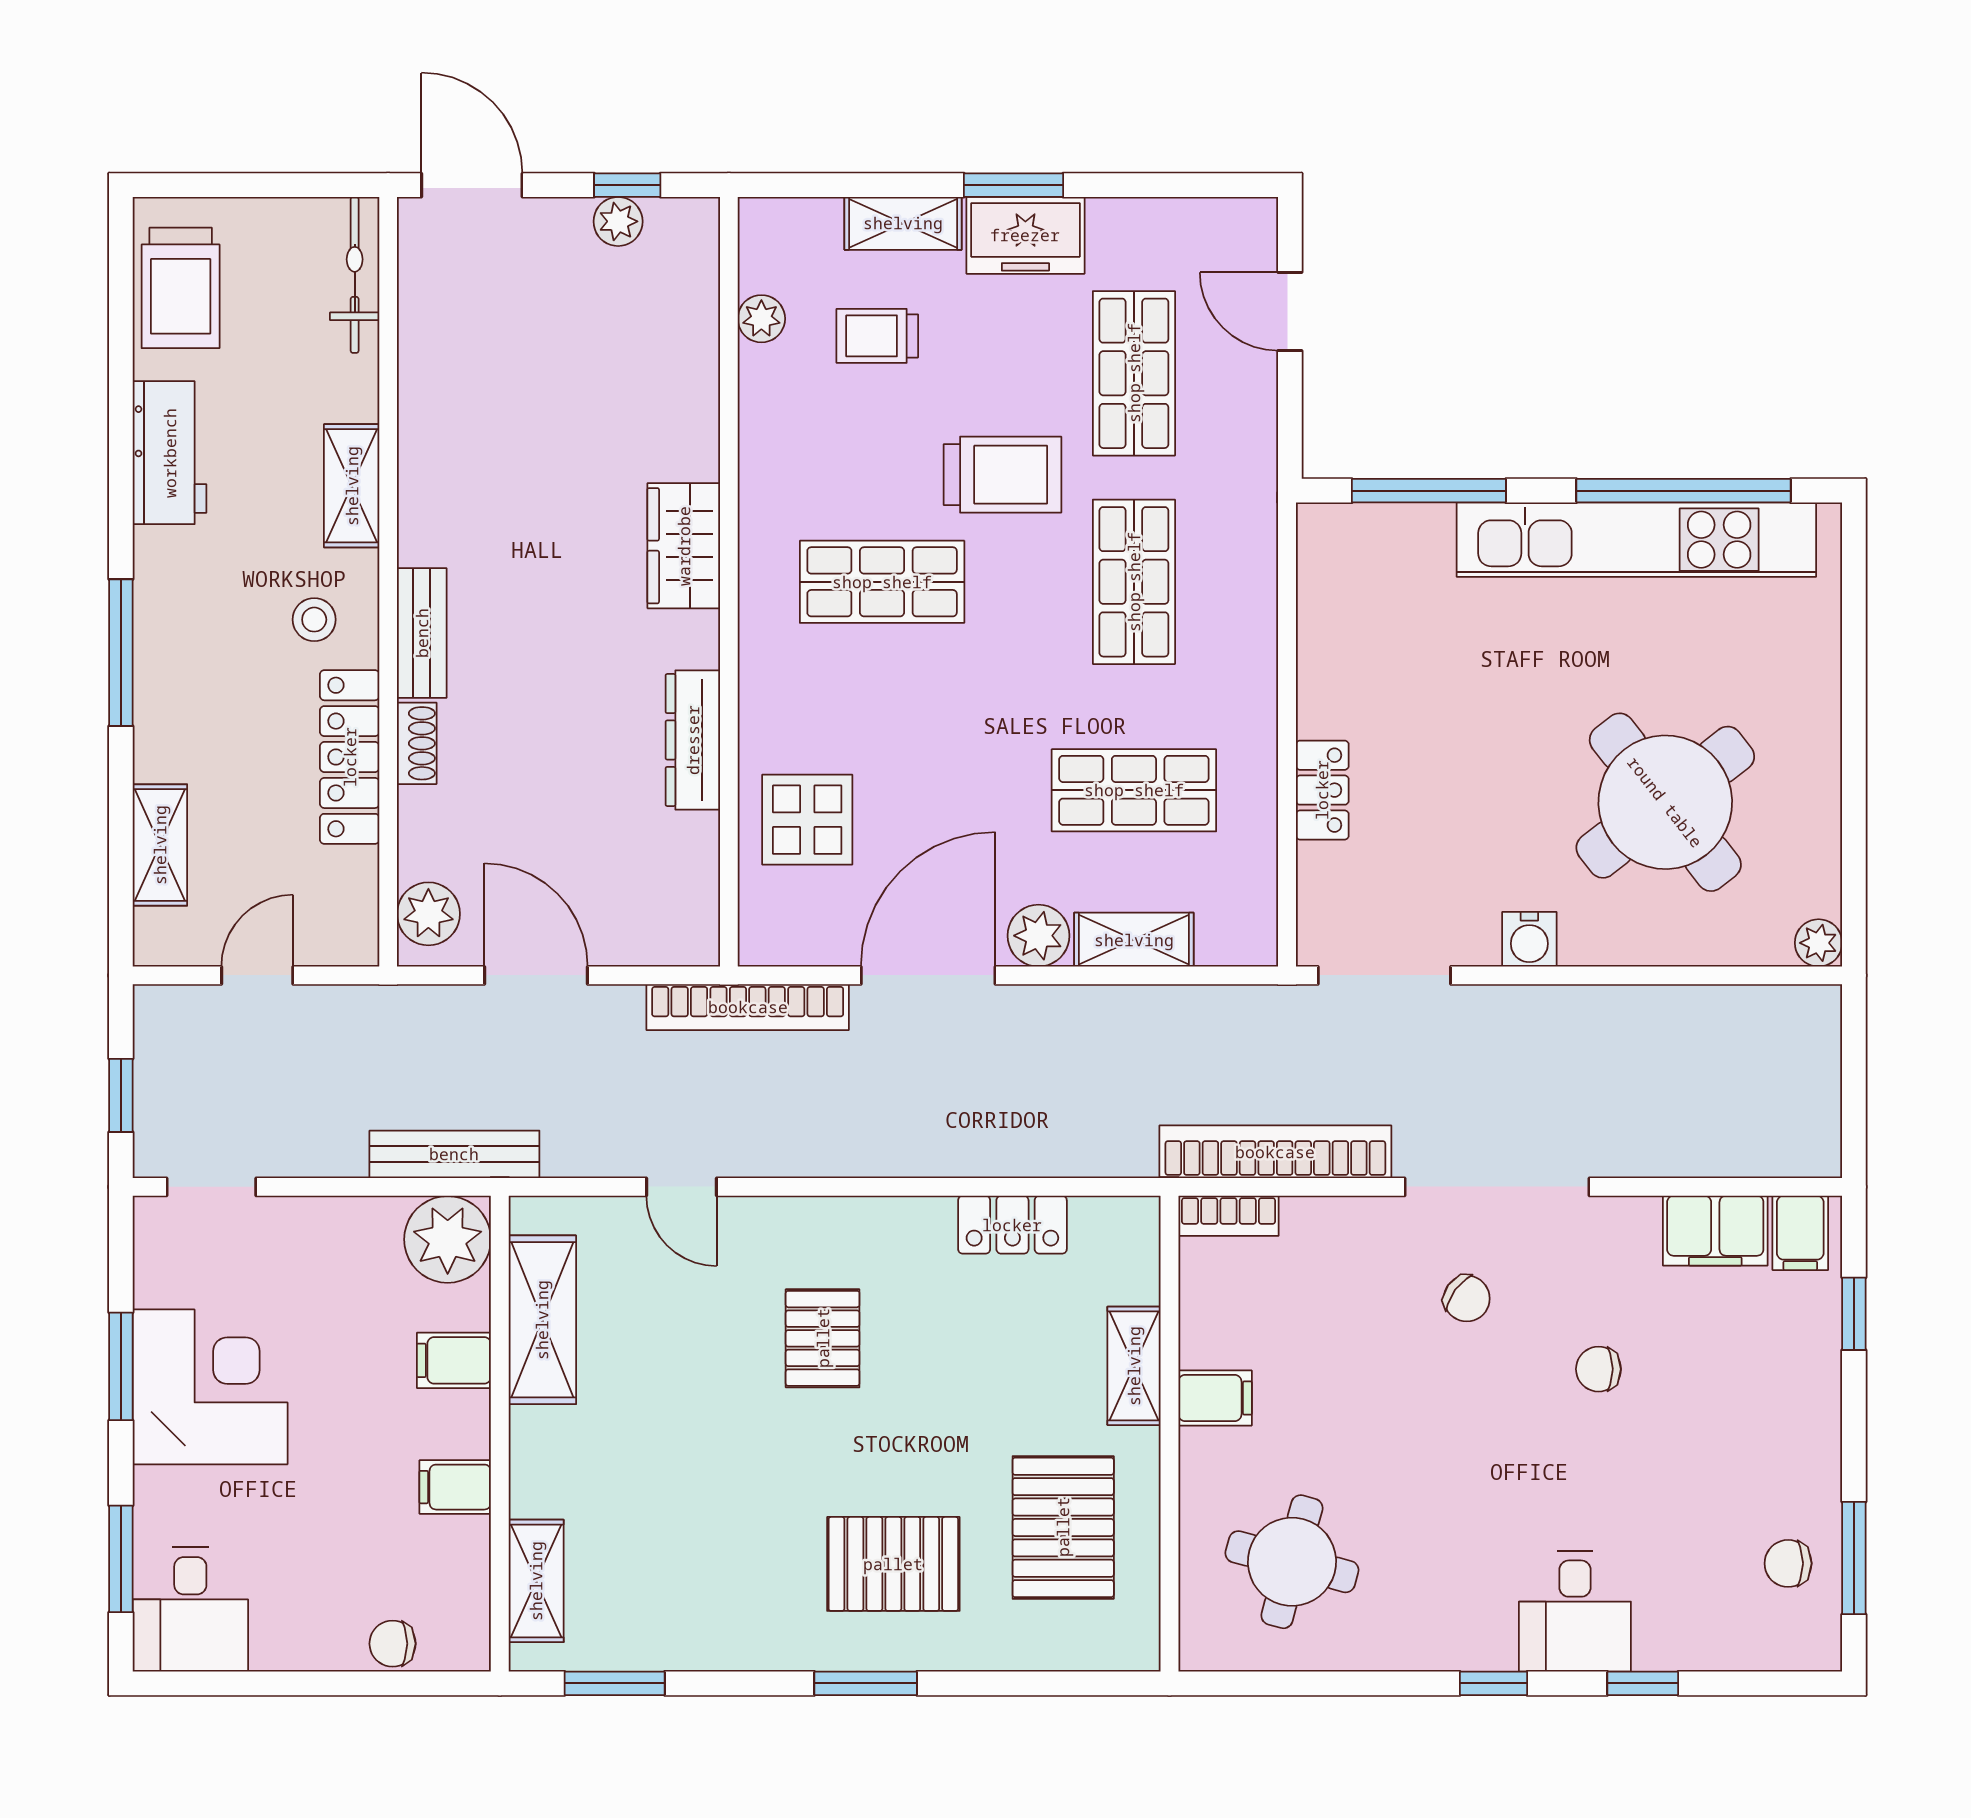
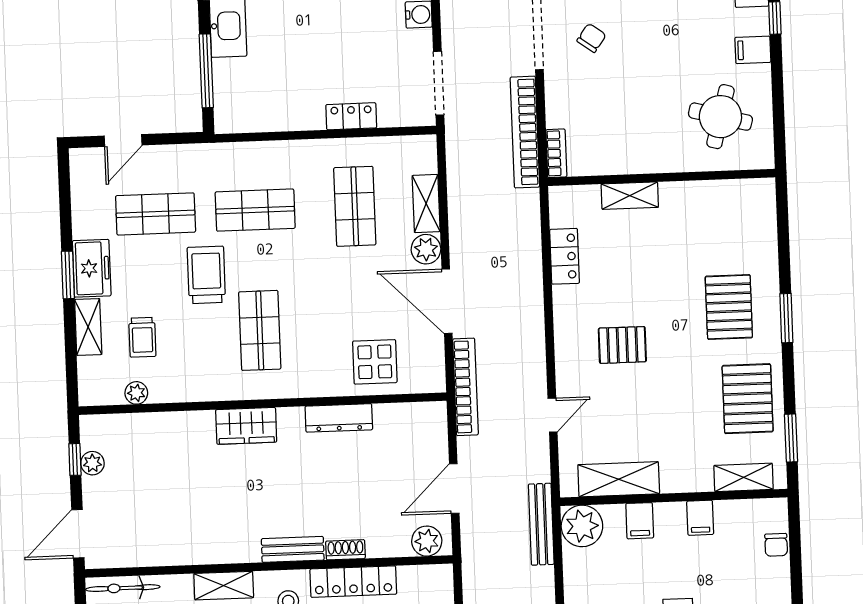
filing cabinet: (1215, 1398) -> (753, 50), moved, turned -90
pallet: (1063, 1527) -> (748, 399), moved, turned 90

